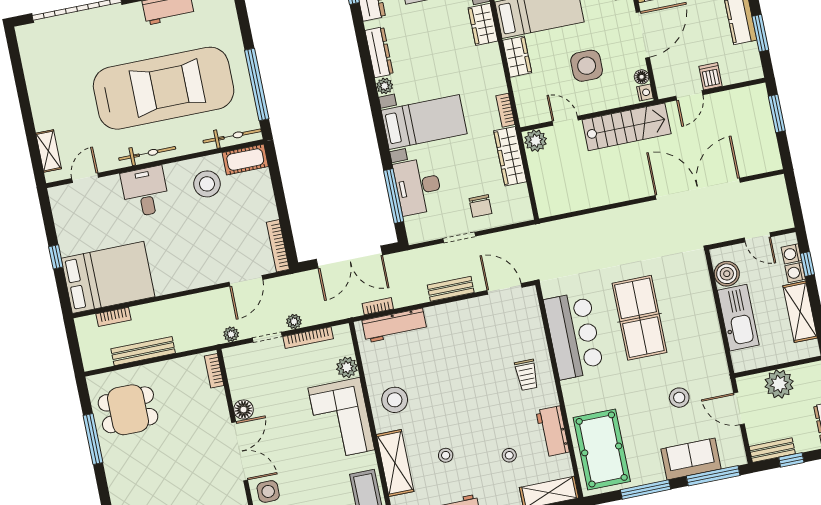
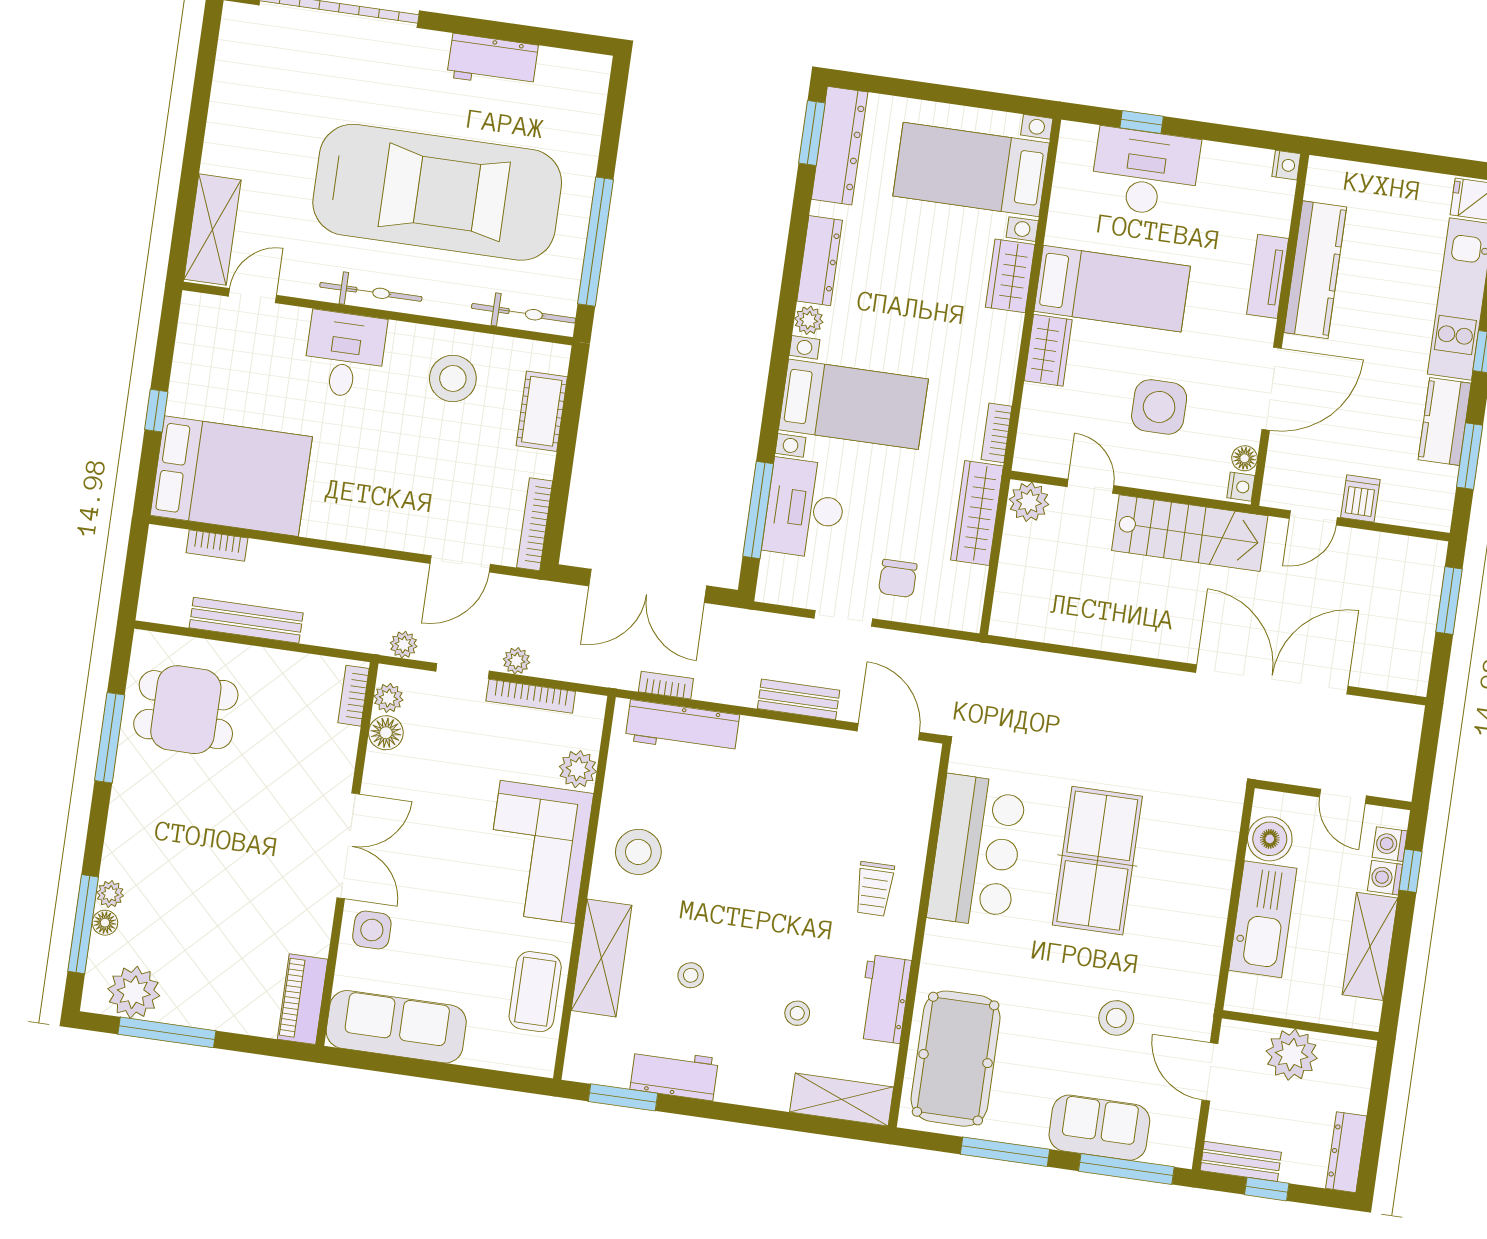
shelving: (49, 151) -> (212, 230), width x1.50, depth x1.33
cot: (245, 160) -> (542, 411), moved, turned 90
plant: (233, 365) -> (388, 698), added
floor lamp: (243, 410) -> (386, 733), moved

